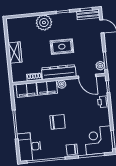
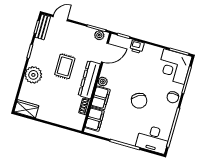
wardrobe: (15, 52) -> (26, 109), moved
chair: (58, 122) -> (139, 101), turned 151

